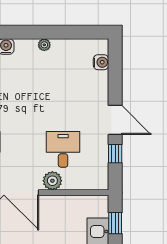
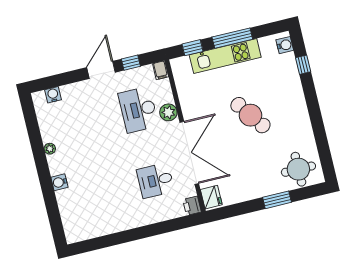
desk: (63, 149) -> (138, 110), width x1.37
filing cabinet: (99, 183) -> (161, 70), added

